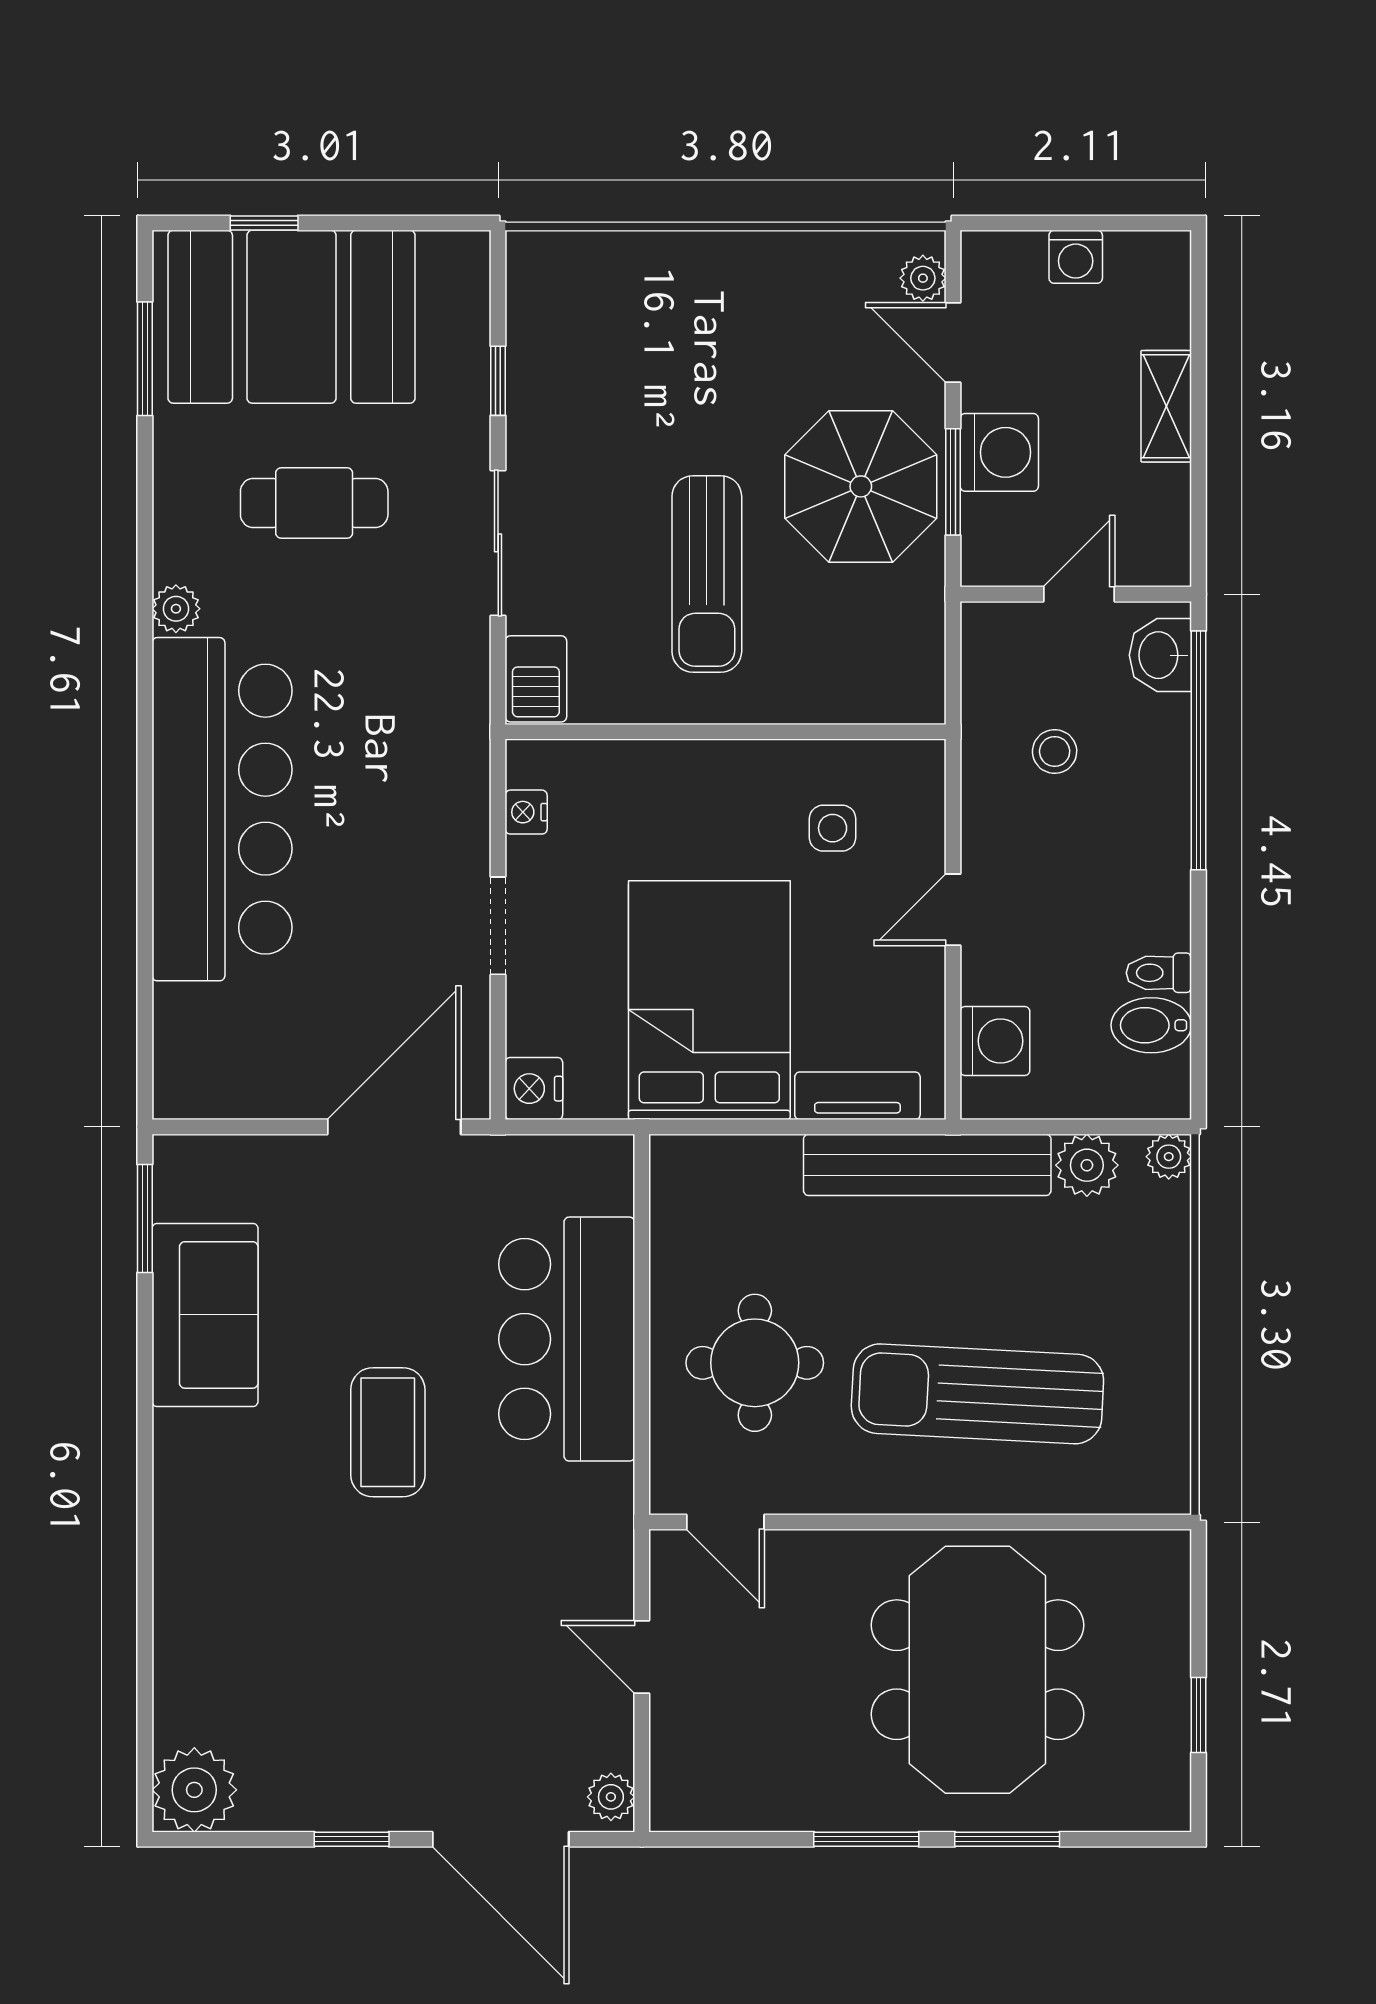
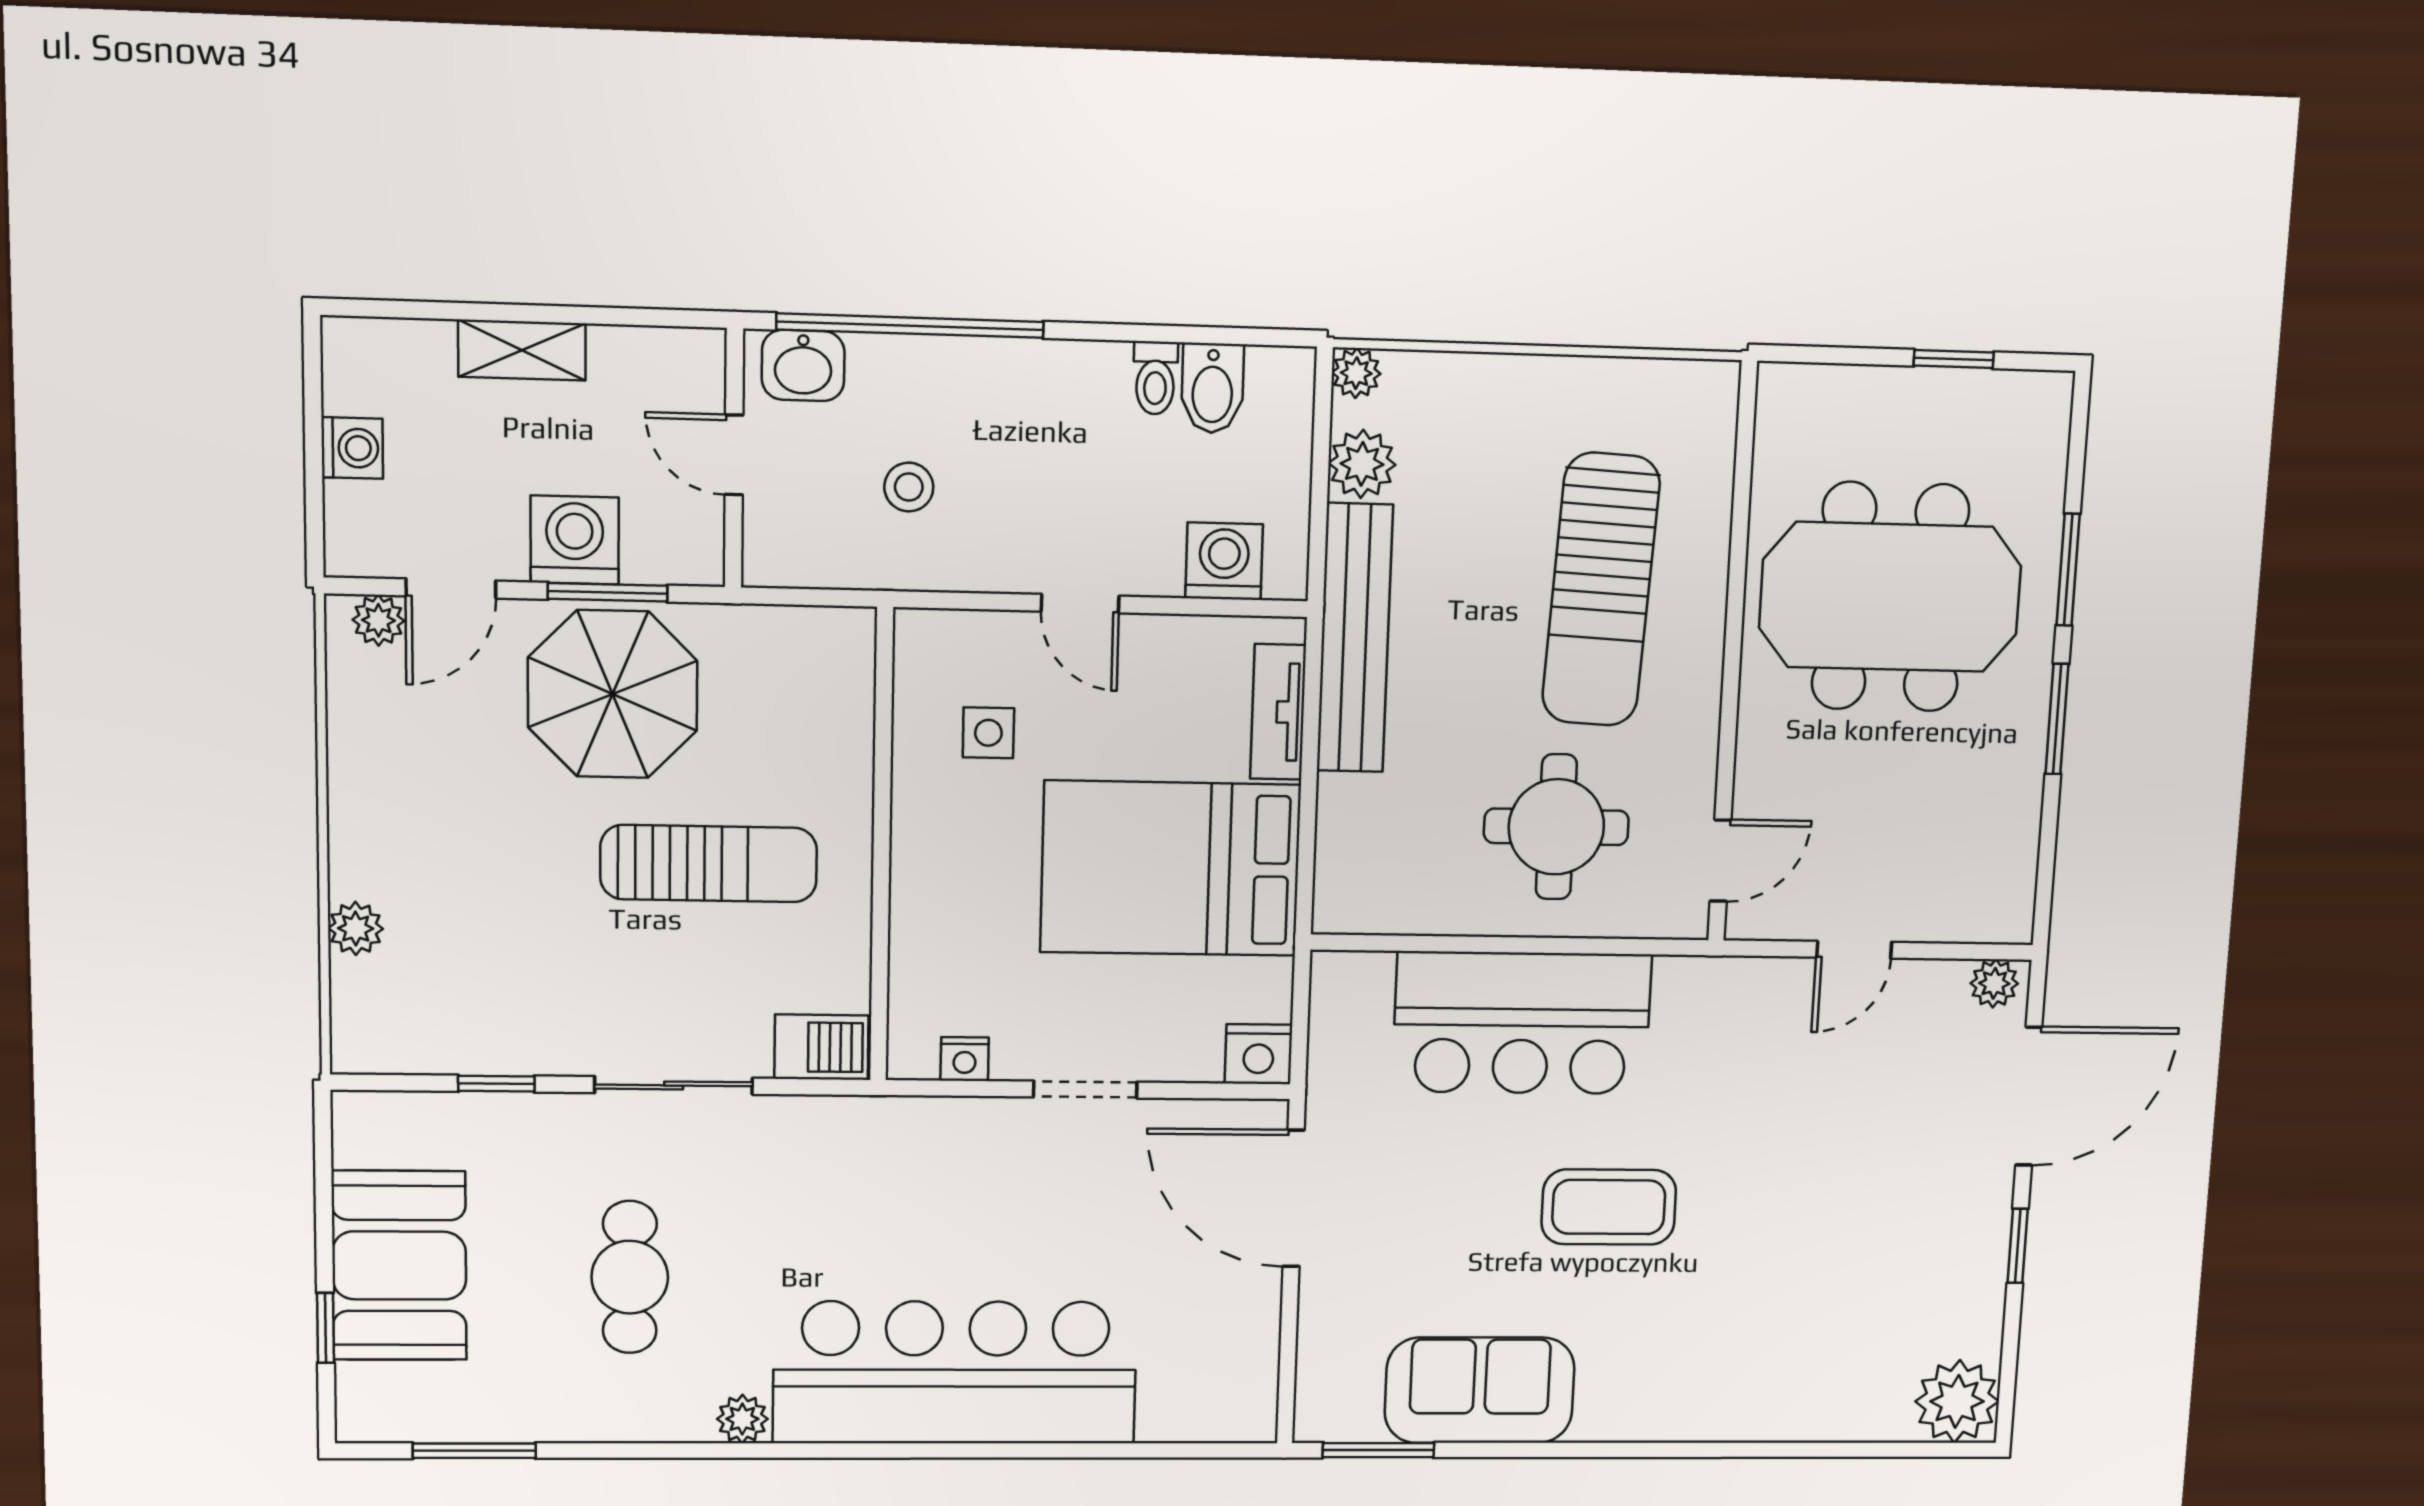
plant: (642, 255) -> (356, 928), added
booth: (292, 317) -> (399, 1266), width x0.73, depth x0.70

